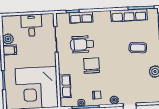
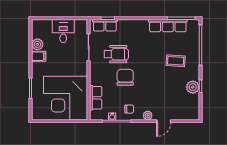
row of seats: (81, 17) -> (105, 25), moved
wheelchair: (82, 44) -> (116, 54), turned 180

